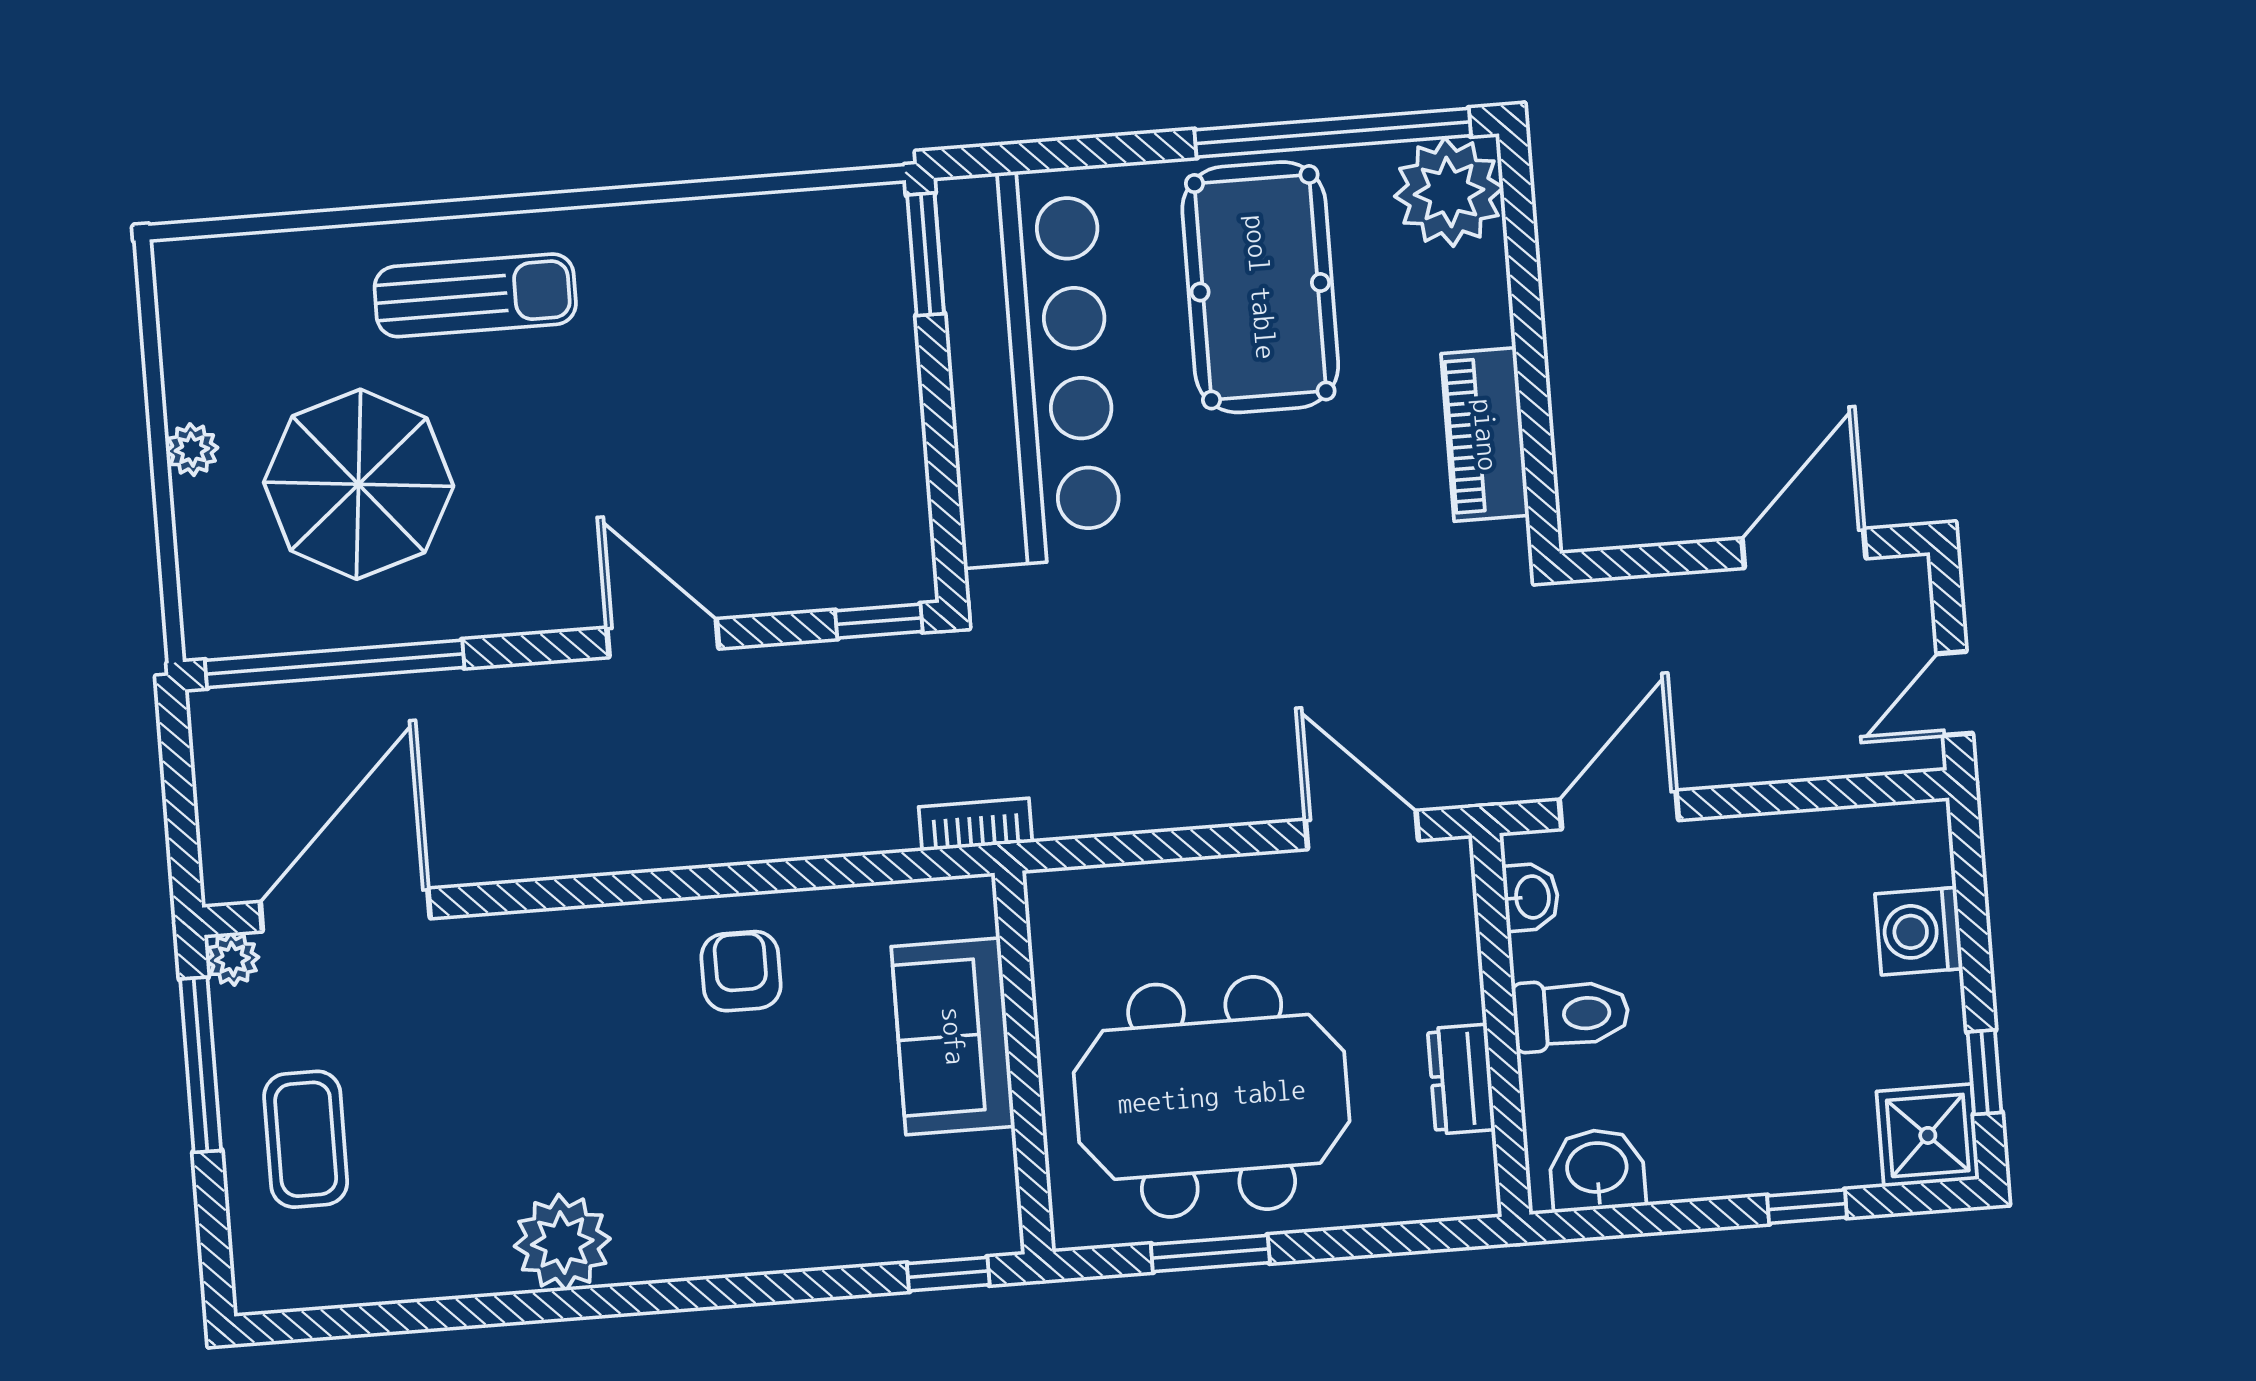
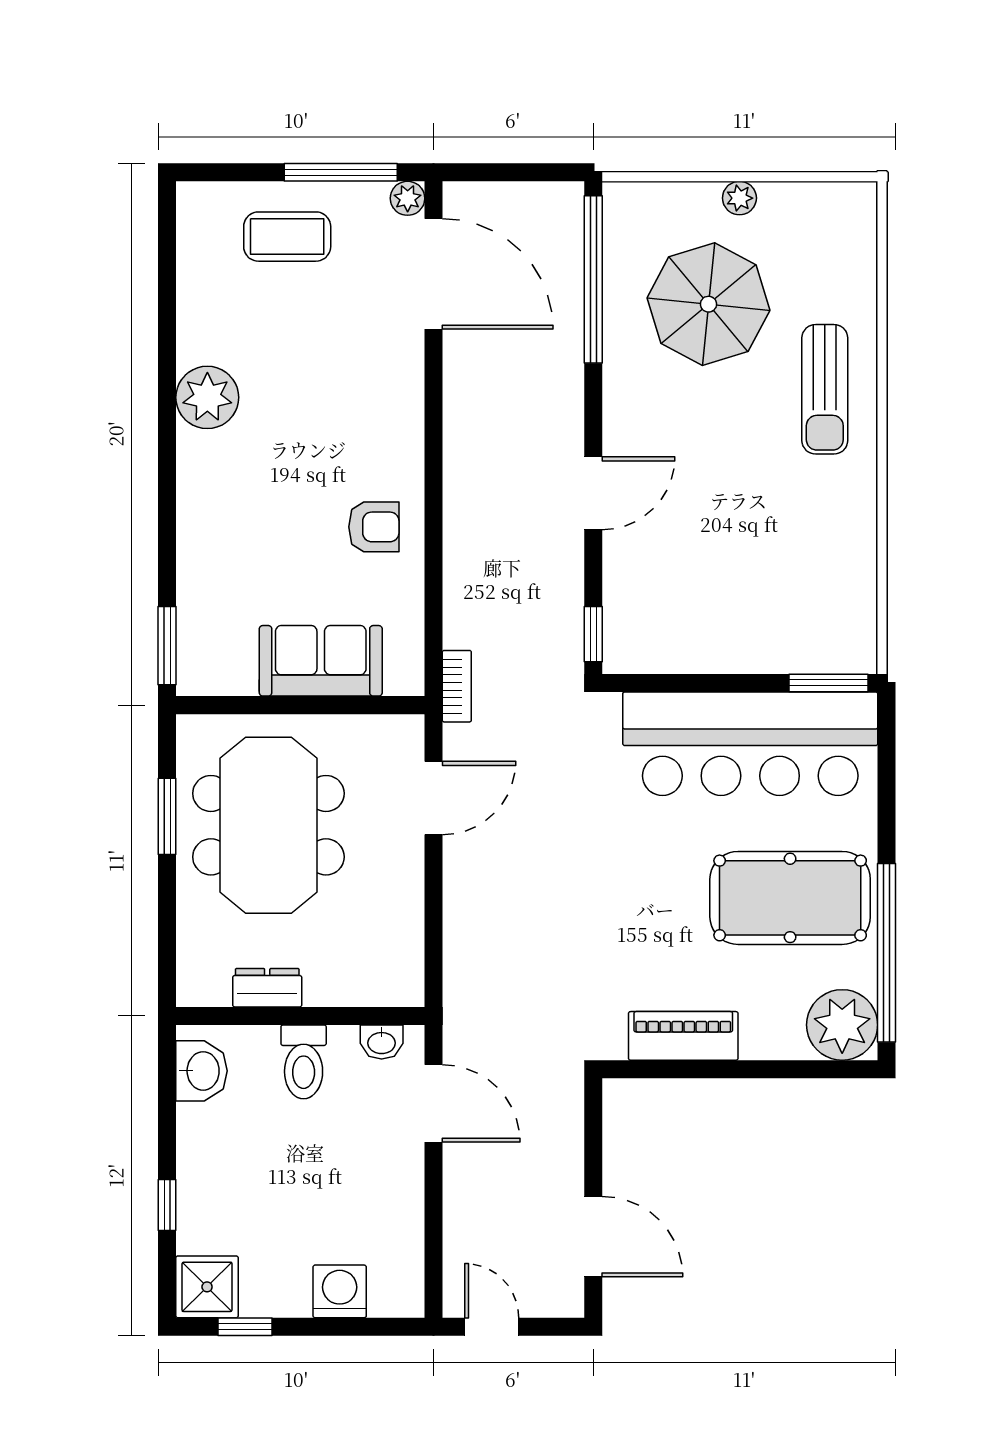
door: (1362, 830) -> (434, 798), moved
window: (948, 1274) -> (167, 646), width x1.50

